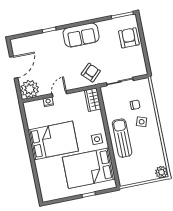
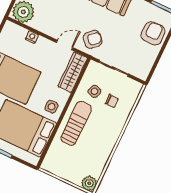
door: (59, 94) -> (64, 45), moved
wardrobe: (93, 100) -> (73, 72), width x1.50
side table: (142, 122) -> (94, 91), moved

